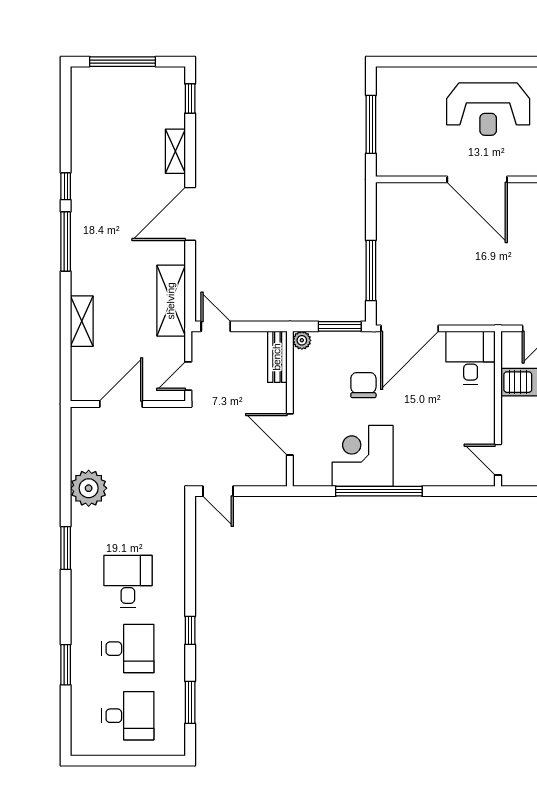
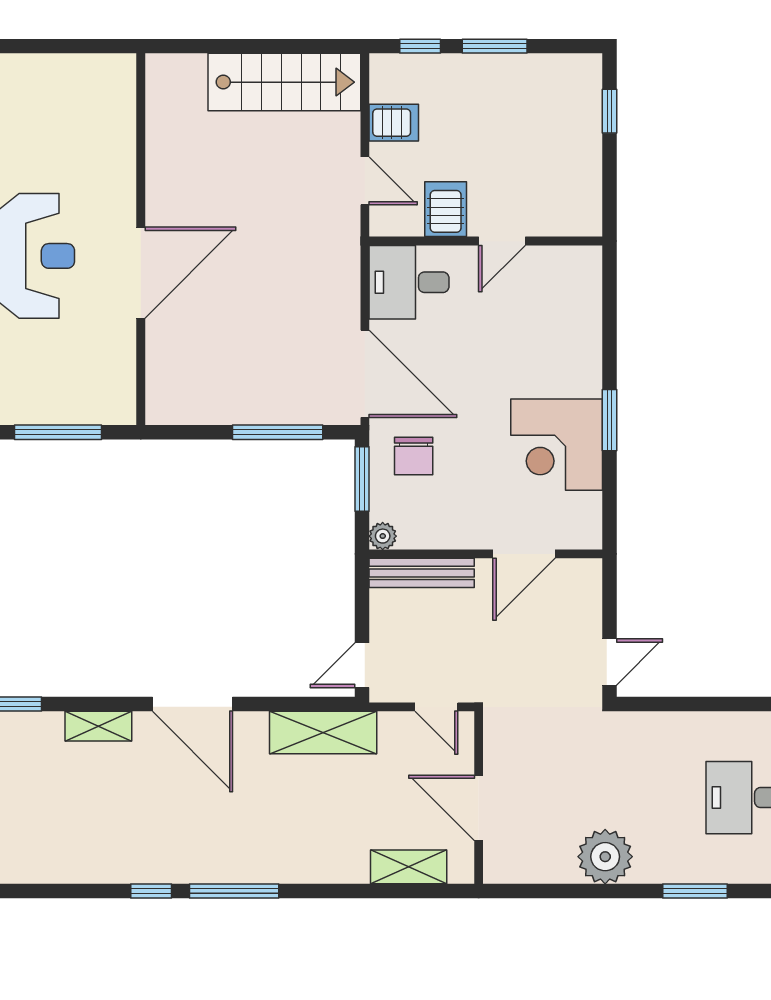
shelving: (82, 321) -> (409, 867), moved
bench: (277, 357) -> (422, 573), width x1.36
chair: (363, 385) -> (414, 456), moved, turned -90
door: (498, 460) -> (502, 241), moved
window: (379, 491) -> (609, 420), width x0.47

